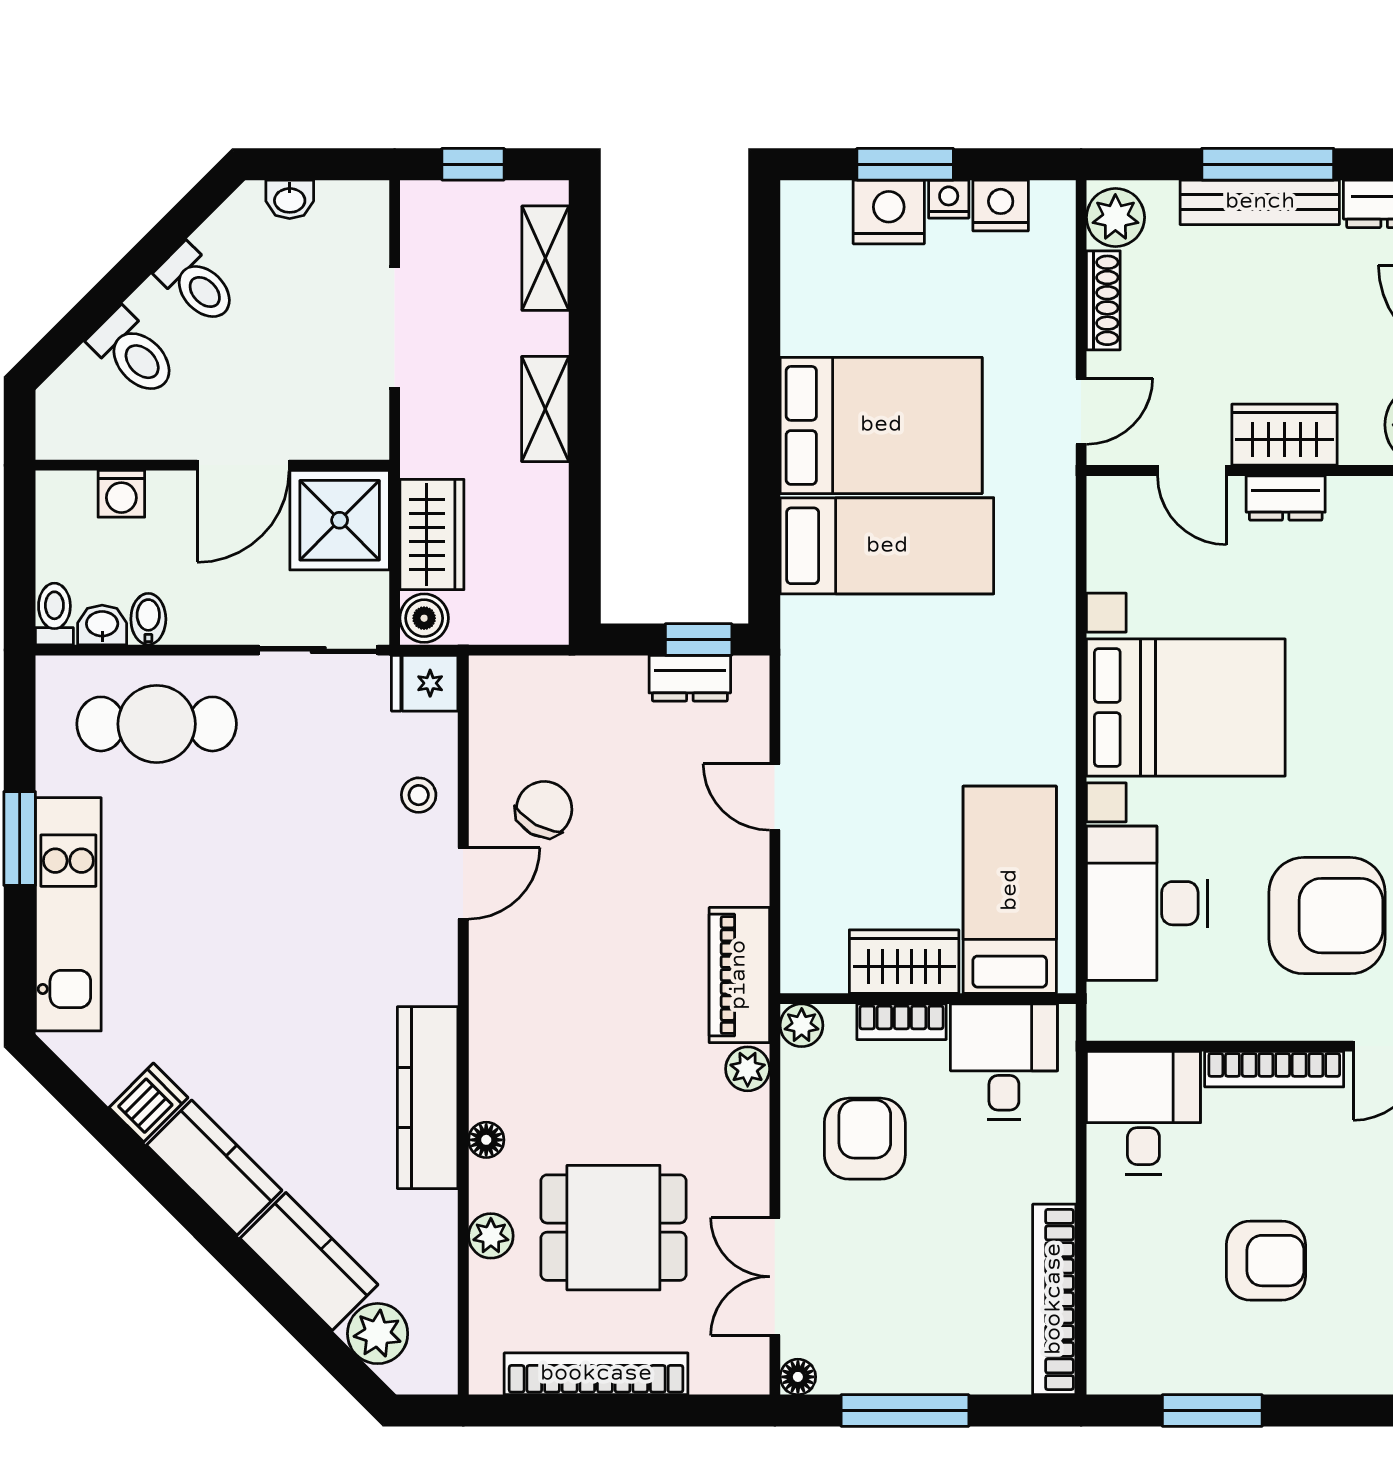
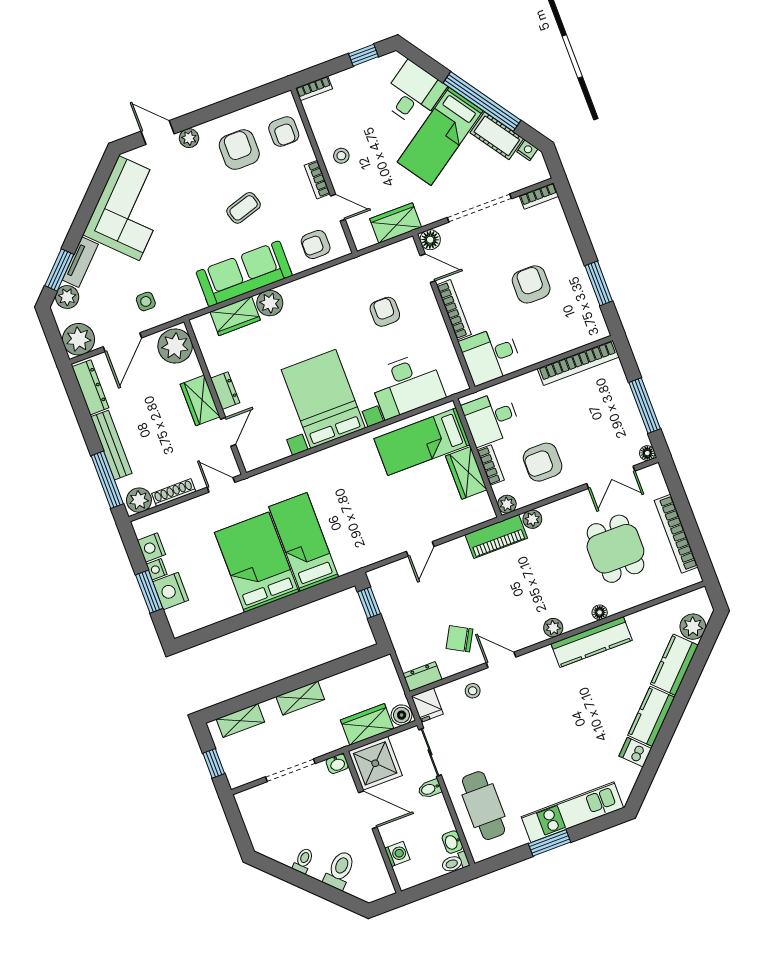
window: (1268, 164) -> (107, 480), moved
washbasin: (290, 199) -> (337, 764), moved, turned 90
toilet: (197, 284) -> (303, 861), width x0.73, depth x0.72
bidet: (148, 619) -> (430, 789), moved
dresser: (690, 678) -> (422, 677), moved, turned -90
armchair: (1327, 916) -> (385, 312), width x0.53, depth x0.53
plant: (491, 1236) -> (553, 628), moved

